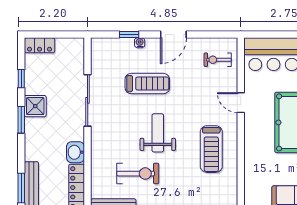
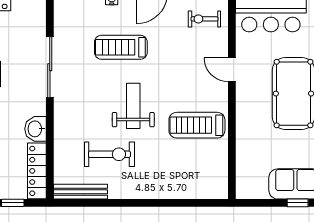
treadmill: (147, 84) -> (121, 47), turned 180
treadmill: (211, 149) -> (197, 125), turned 90

